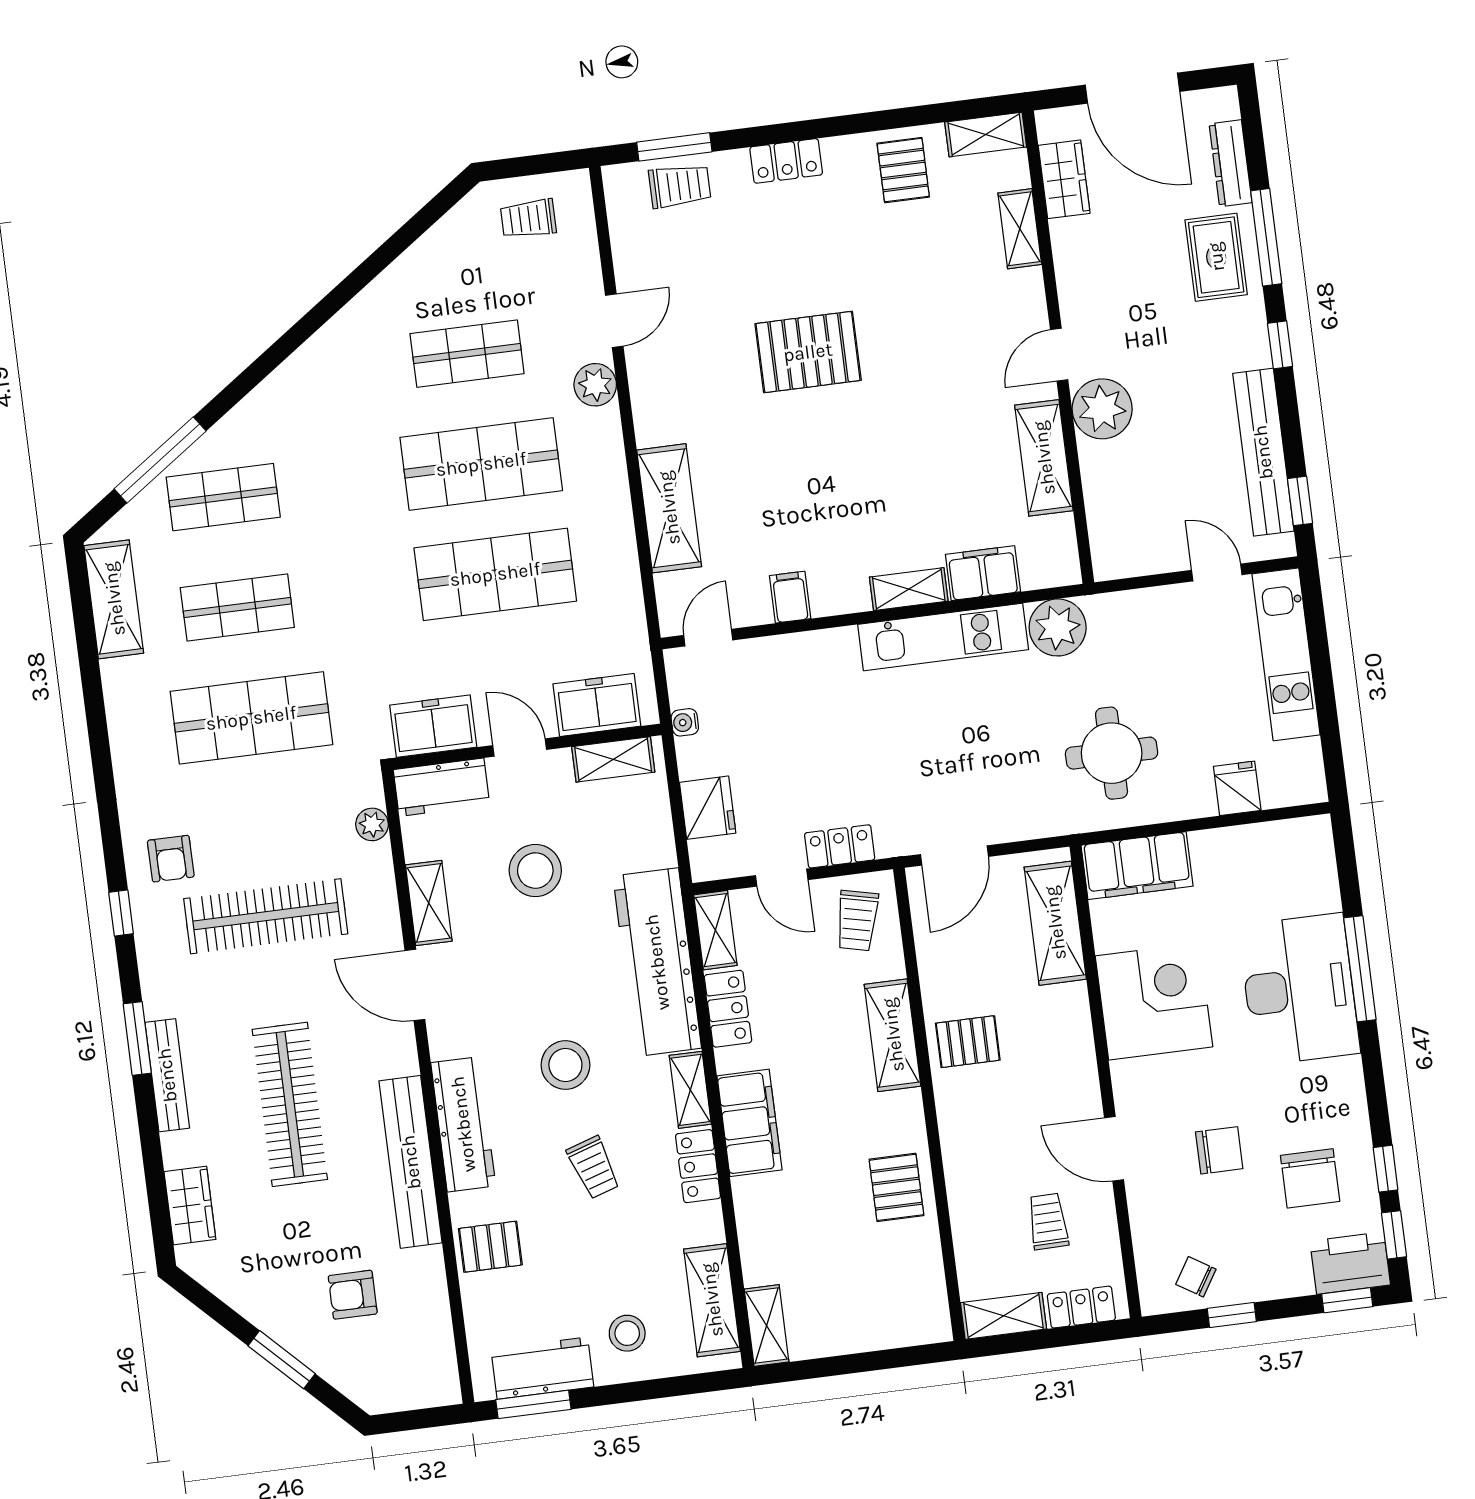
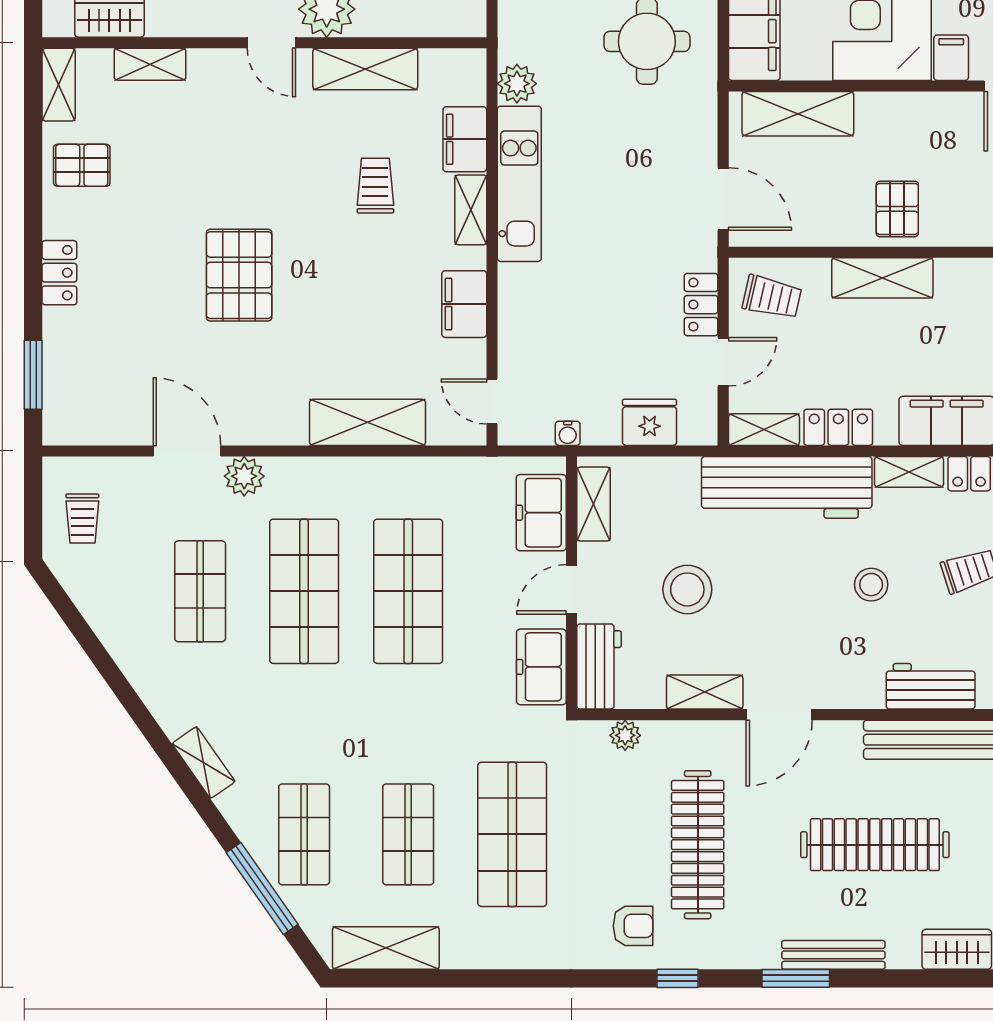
trolley: (680, 186) -> (375, 186), moved
door: (614, 321) -> (187, 451), width x1.38
shelving: (286, 380) -> (204, 763), added
filing cabinet: (790, 597) -> (464, 304), width x2.00
plant: (1058, 627) -> (517, 84), width x0.73, depth x0.73
stool: (565, 1065) -> (871, 585), width x0.73, depth x0.73
filing cabinet: (1136, 1078) -> (951, 58), added
workbench: (463, 1124) -> (931, 686), width x0.73

